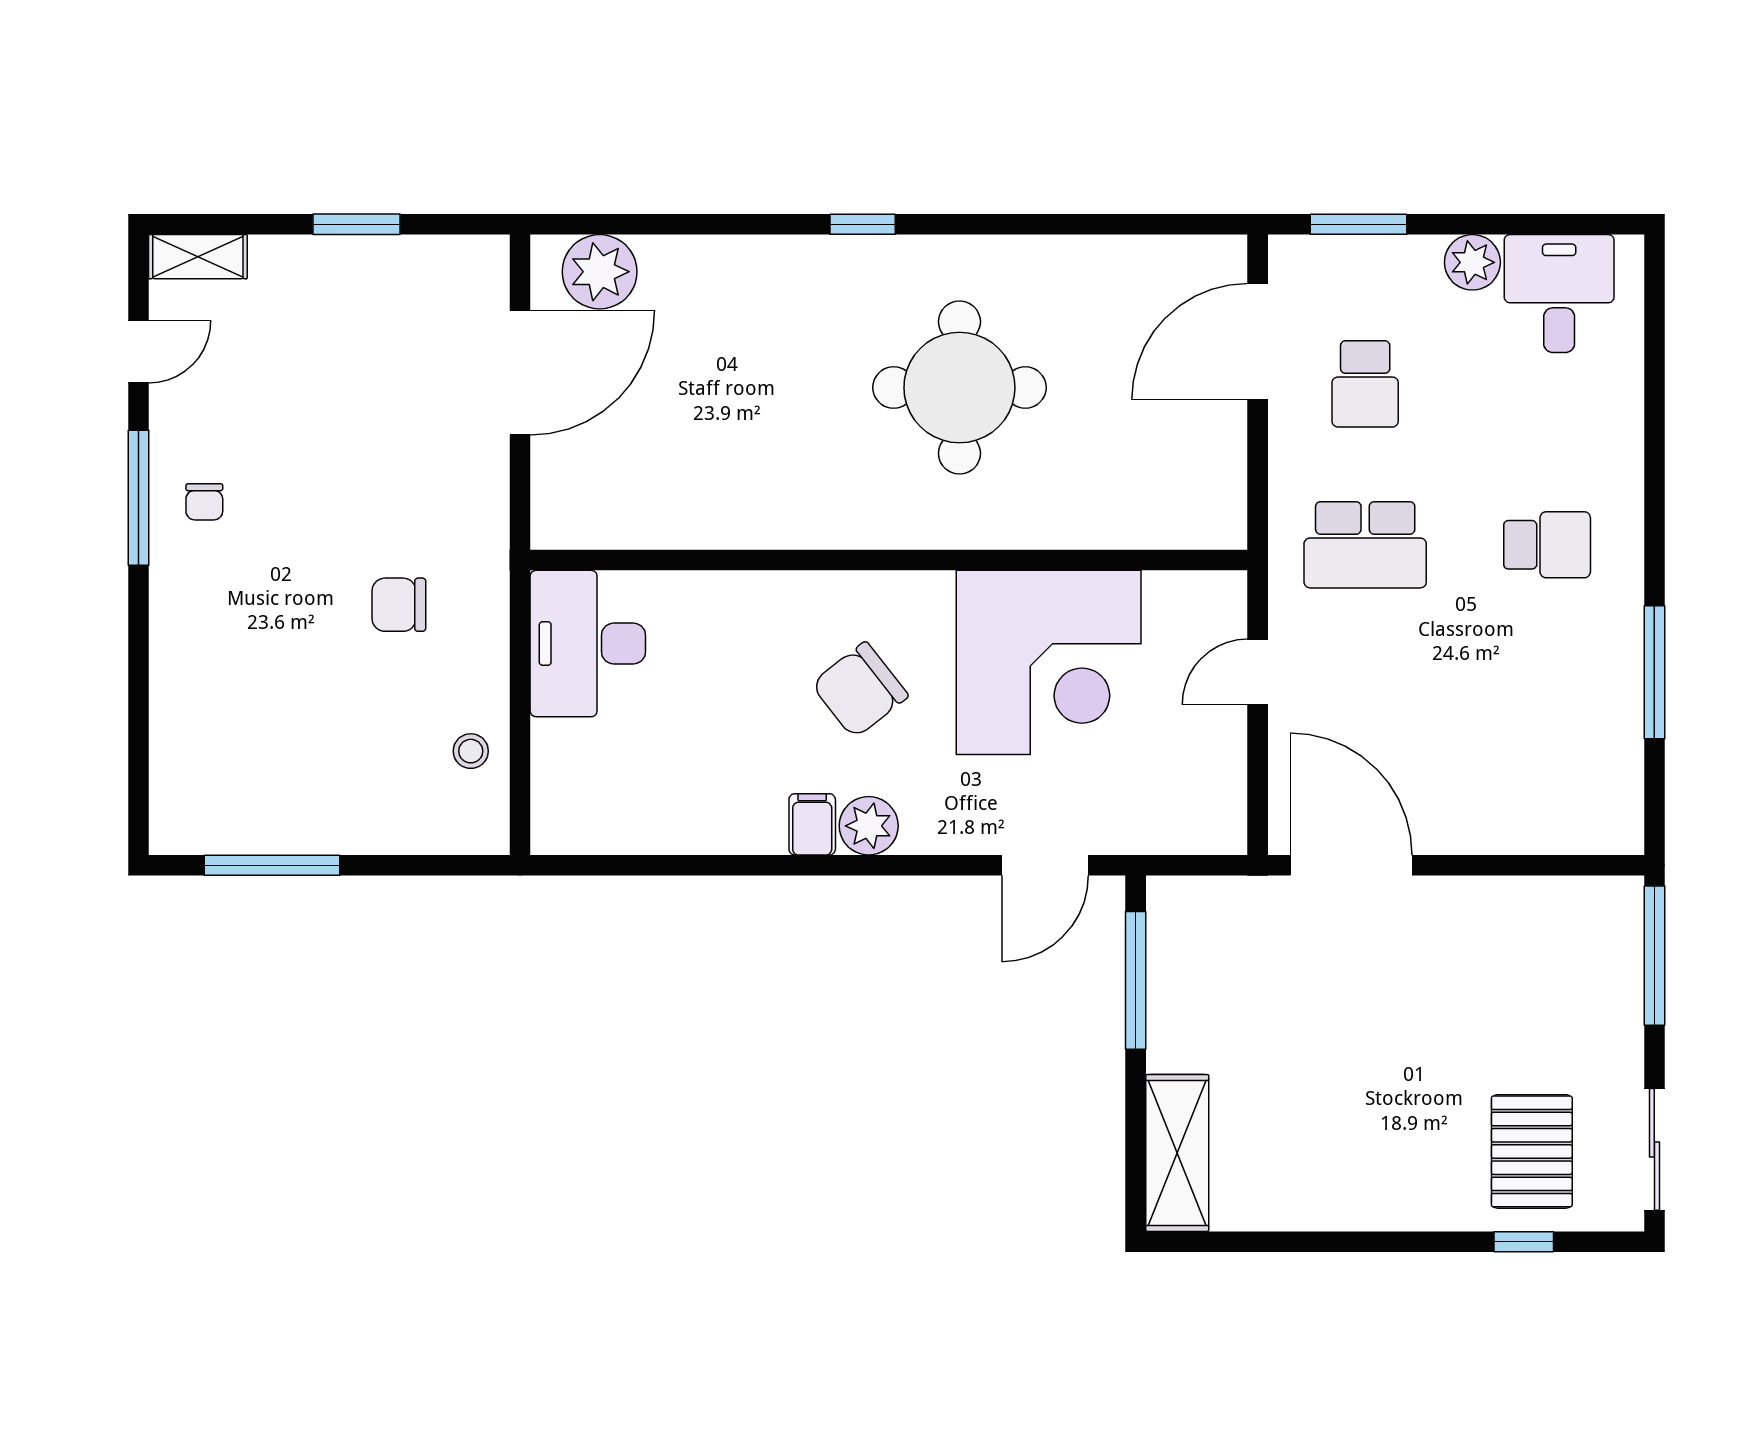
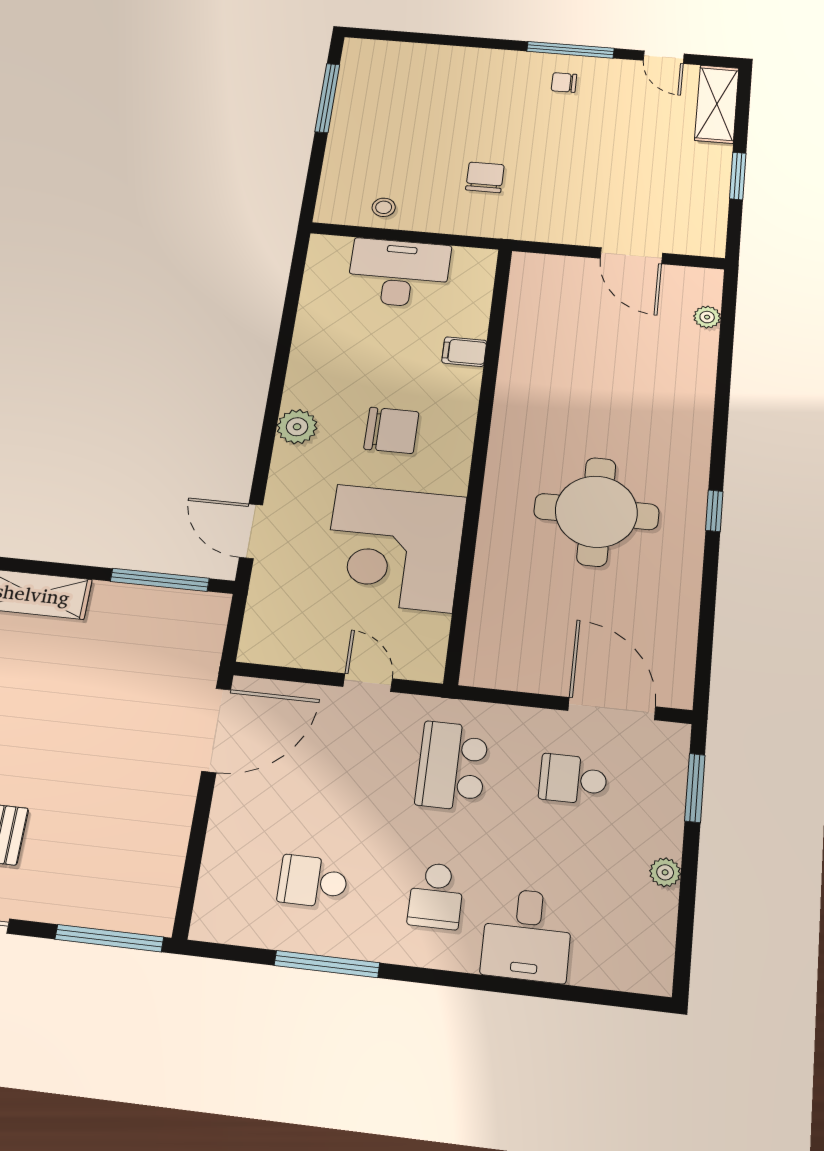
window: (863, 224) -> (714, 511), moved
shelving: (198, 257) -> (717, 104), width x1.50, depth x1.33
plant: (1472, 262) -> (665, 872), width x0.73, depth x0.73
plant: (600, 272) -> (707, 317), width x0.53, depth x0.53
desk: (1559, 294) -> (527, 935), moved, turned 90
door: (520, 373) -> (631, 256), width x0.73
desk: (588, 644) -> (399, 273), moved
chair: (860, 690) -> (391, 430), turned 128
school desk: (1547, 706) -> (313, 881), added
filing cabinet: (812, 824) -> (464, 352), moved, turned 180

